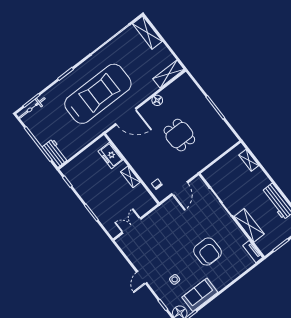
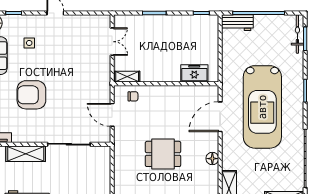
shelving: (130, 177) -> (127, 77), moved

